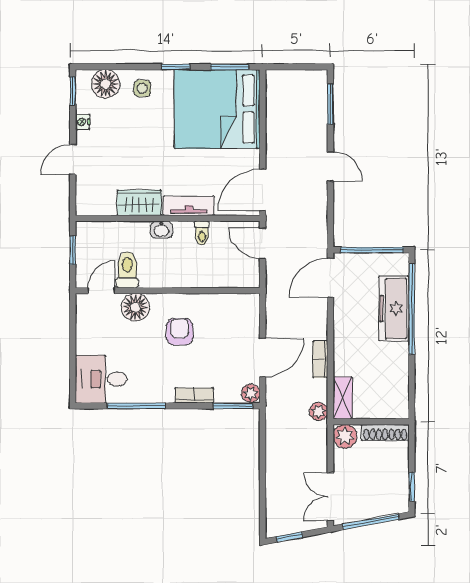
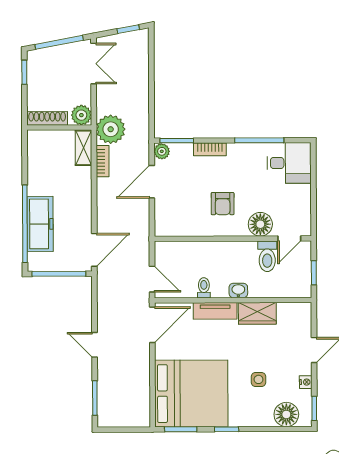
side table: (142, 88) -> (258, 379), moved
bookcase: (320, 359) -> (103, 161), moved
plant: (319, 412) -> (111, 129), width x1.87, depth x1.87

